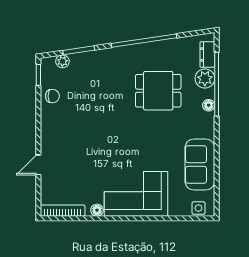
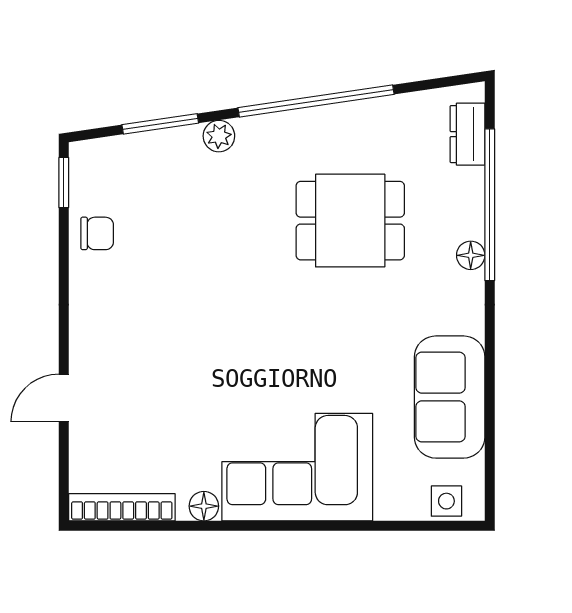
plant: (62, 61) -> (219, 136), moved
plant: (205, 78) -> (462, 191), removed

